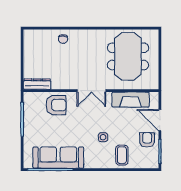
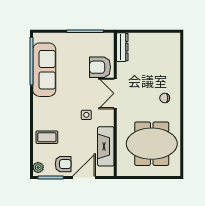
chair: (63, 39) -> (165, 98), moved
double door: (91, 91) -> (115, 93), moved
armchair: (56, 105) -> (100, 67), turned 90
side table: (103, 137) -> (86, 115), moved
plant: (150, 163) -> (38, 167), added

